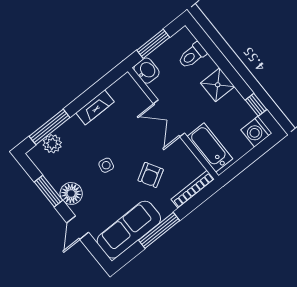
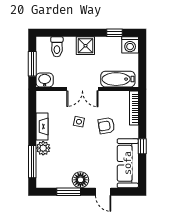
plant: (52, 144) -> (43, 148), moved
side table: (106, 165) -> (79, 122), moved
armchair: (151, 175) -> (106, 126), turned 110
window: (159, 230) -> (142, 146), width x0.46

